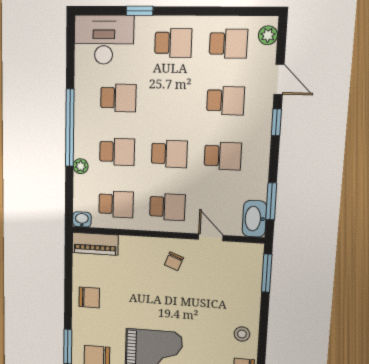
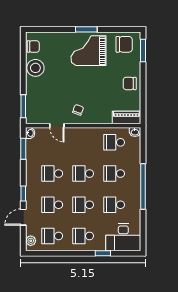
door: (279, 79) -> (23, 217), hinge flipped
plant: (81, 166) -> (136, 164), removed
school desk: (167, 207) -> (83, 205), moved
washbasin: (254, 219) -> (30, 133), width x0.52, depth x0.69
stool: (242, 334) -> (35, 68), width x1.89, depth x1.89

